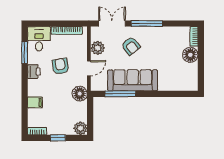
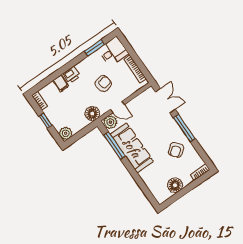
armchair: (131, 46) -> (176, 150), moved
plant: (98, 48) -> (110, 122), moved
floor lamp: (190, 55) -> (175, 185), moved
printer: (34, 72) -> (71, 75), moved

